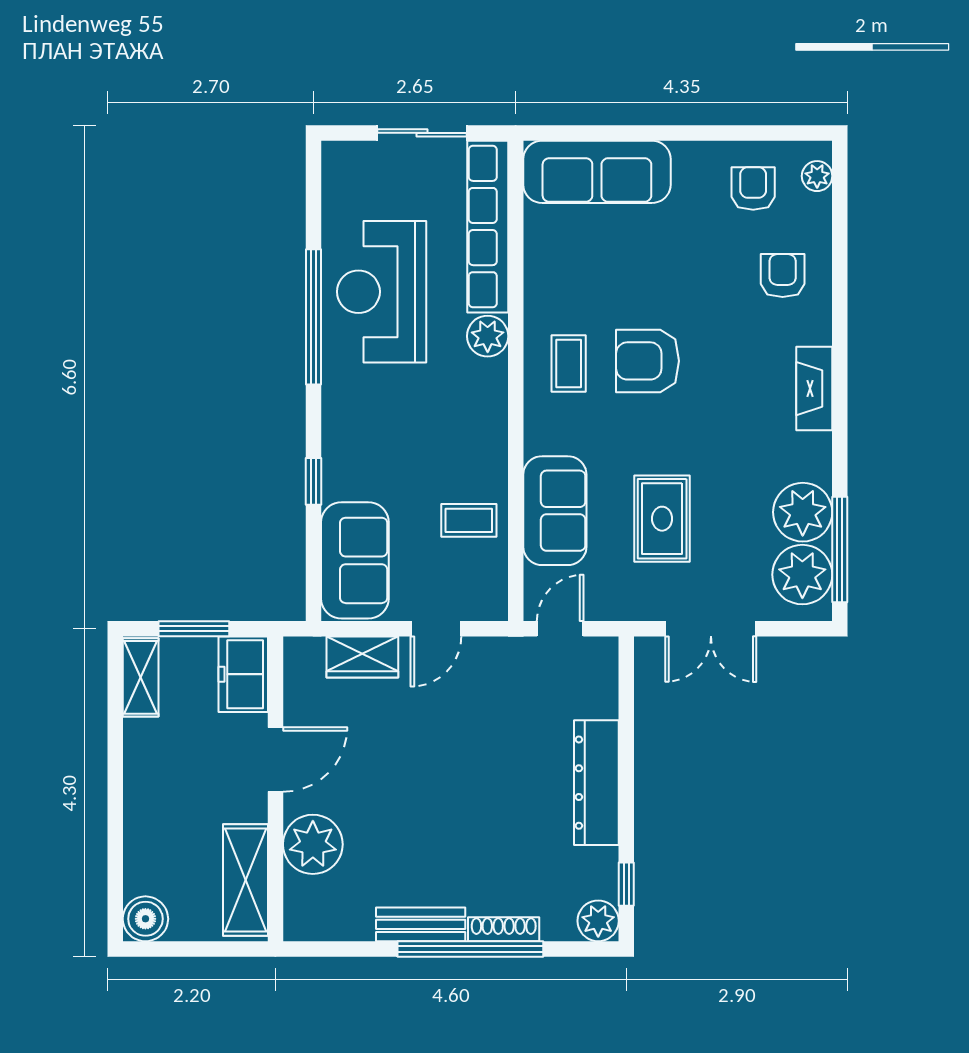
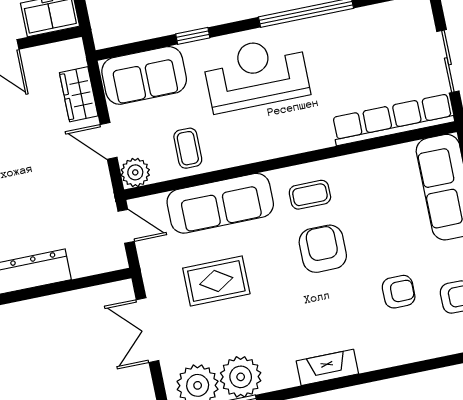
armchair: (783, 276) -> (399, 292), moved
reception desk: (382, 292) -> (256, 74), moved
plant: (488, 336) -> (135, 172), moved
sofa: (555, 511) -> (220, 203), width x1.36

